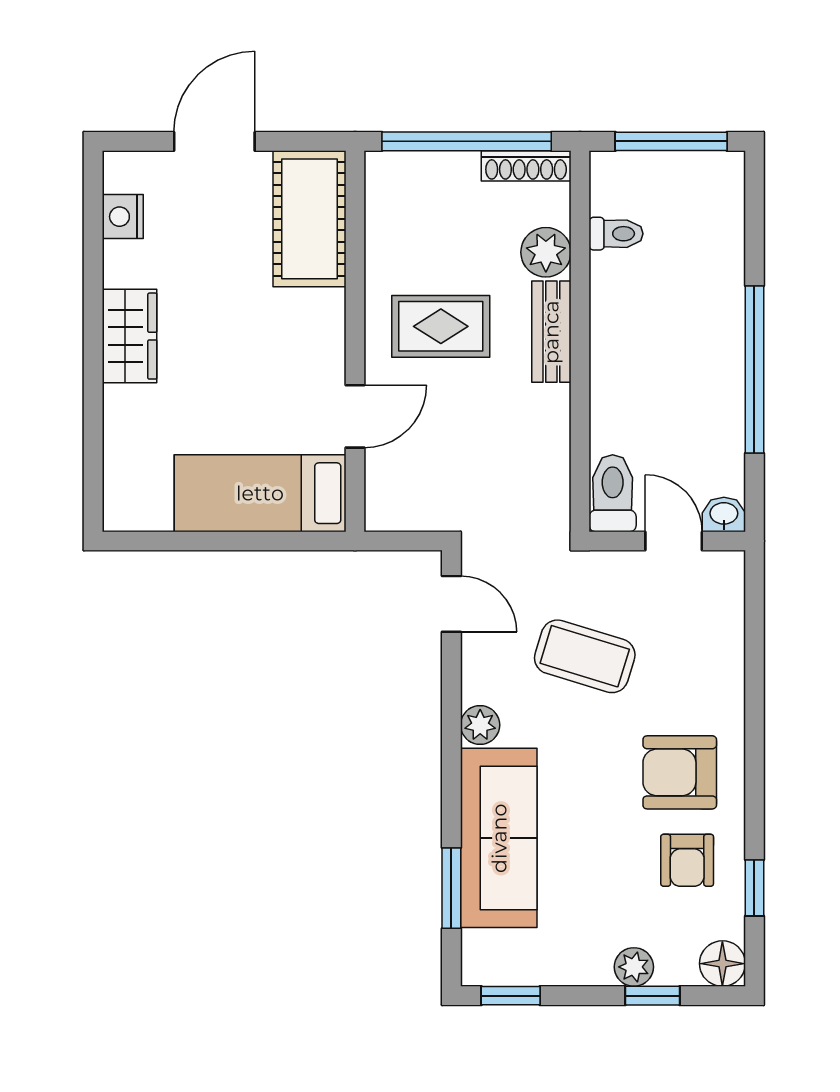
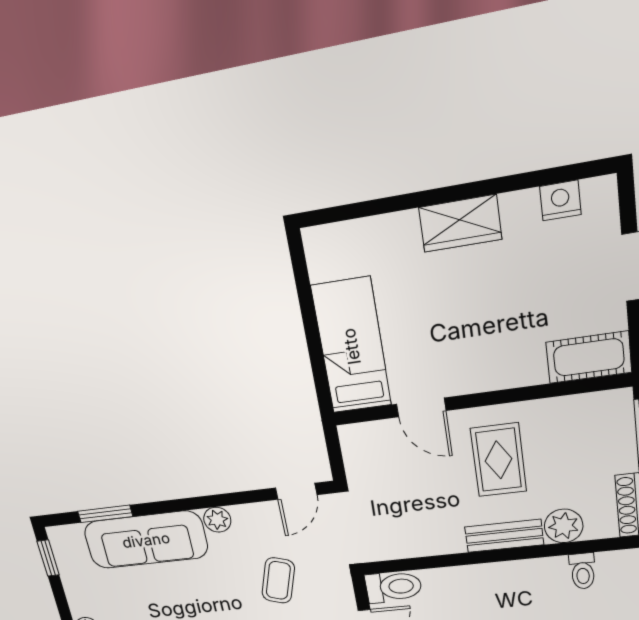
cot: (309, 219) -> (589, 357), width x0.73, depth x0.75
coffee table: (585, 656) -> (278, 580), width x0.73, depth x0.77

